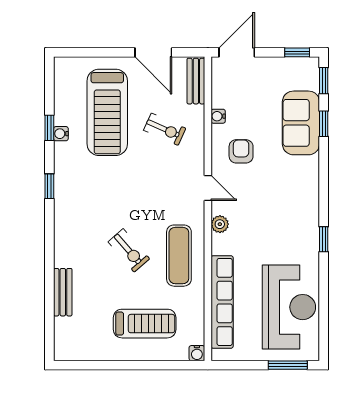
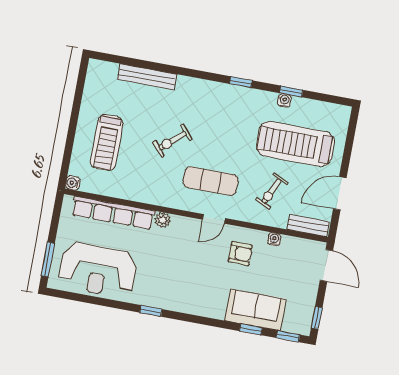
plant: (220, 224) -> (163, 220), moved
exercise mat: (179, 256) -> (211, 181), moved
bench: (63, 292) -> (147, 77), width x1.36

